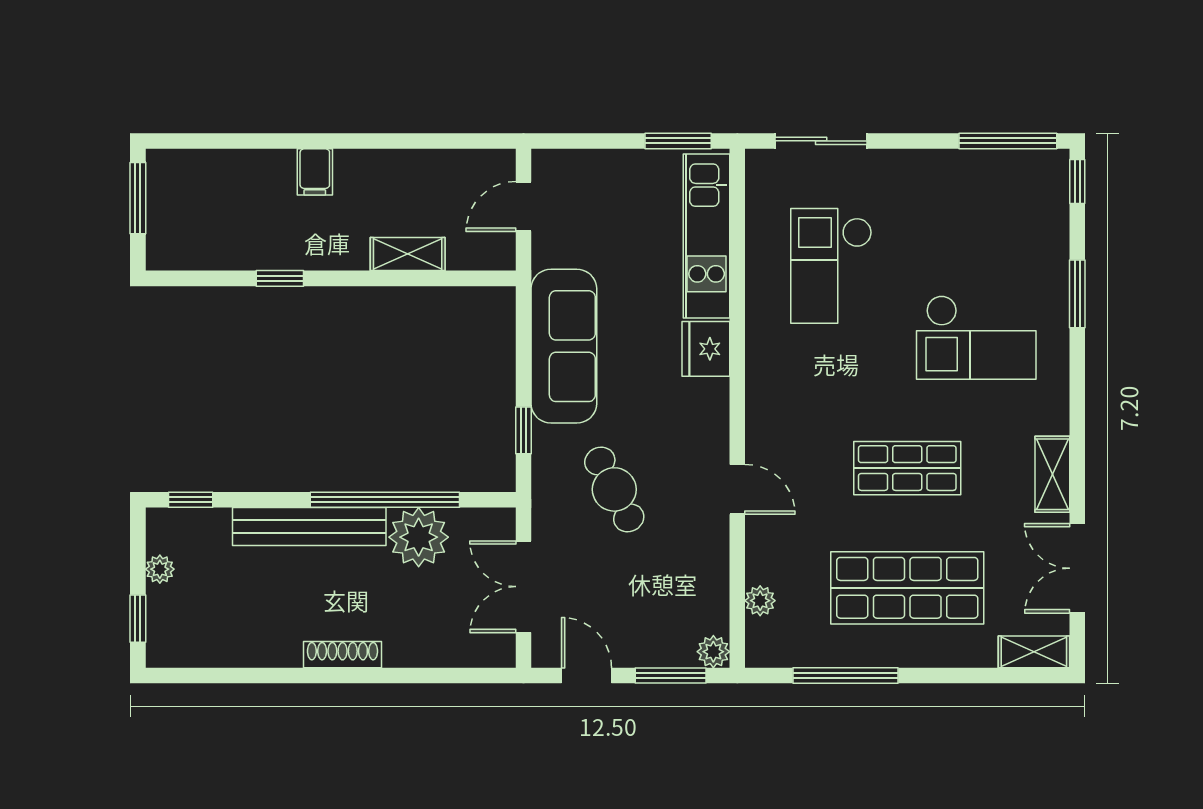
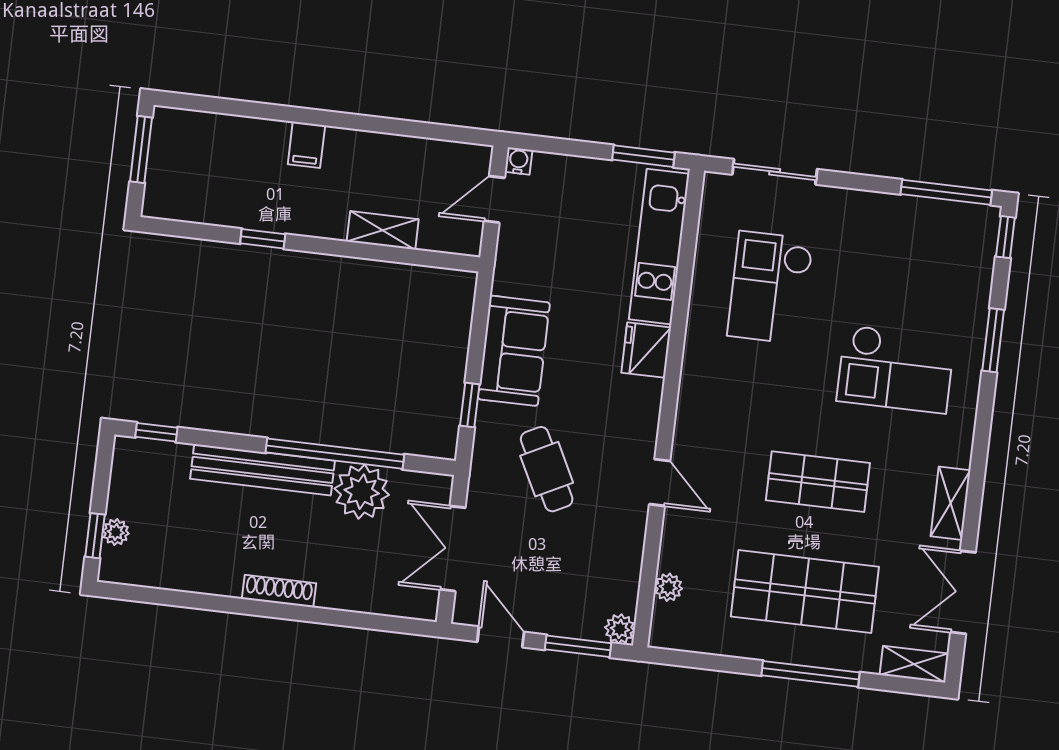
water cooler: (545, 162) -> (519, 161), added
sofa: (564, 346) -> (514, 351), width x0.73
plant: (160, 569) -> (116, 532), moved
window: (845, 675) -> (810, 674), moved

